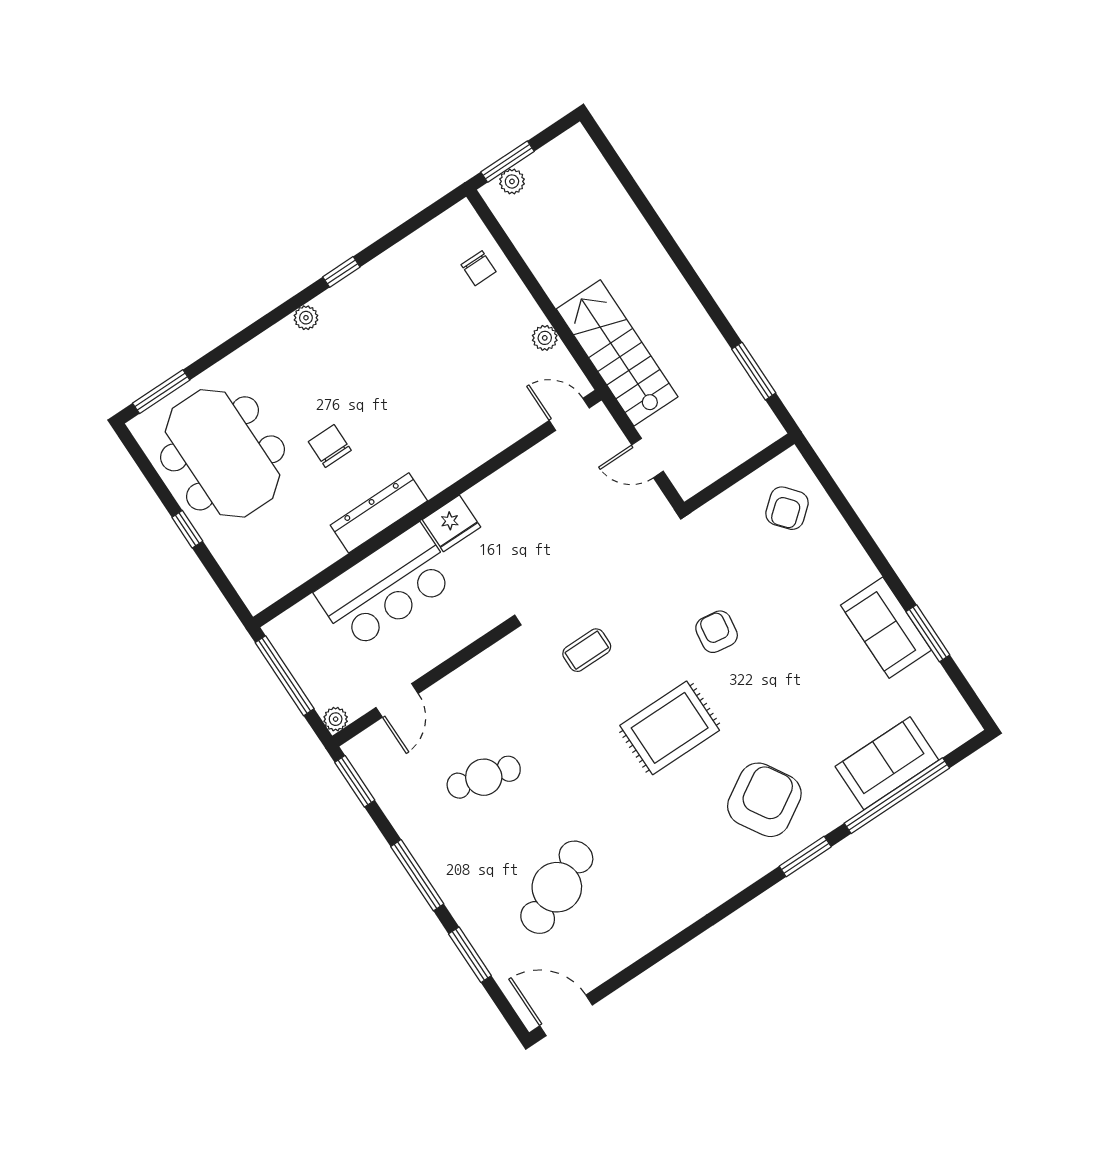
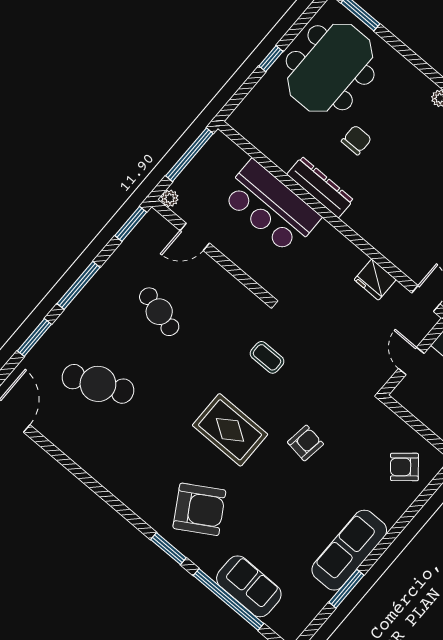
fridge: (451, 523) -> (375, 280), moved
sofa: (886, 628) -> (349, 550), width x1.36

